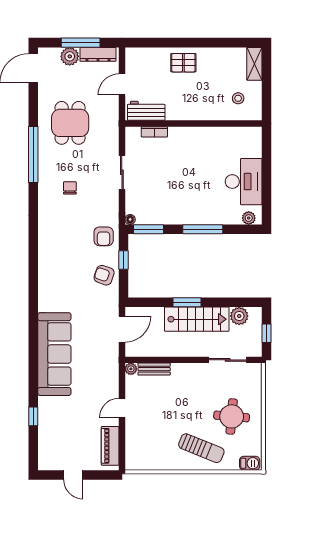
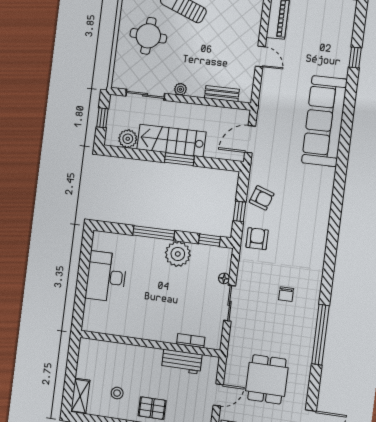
stool: (238, 98) -> (117, 393), moved
workbench: (146, 111) -> (182, 362), moved
dining table: (70, 123) -> (267, 379), moved
plant: (249, 218) -> (178, 254), moved, width x1.88, depth x1.88
floor lamp: (130, 219) -> (224, 278), moved
window: (149, 229) -> (209, 240), width x0.67
plant: (131, 369) -> (180, 89), moved
door: (122, 408) -> (260, 56), hinge flipped

